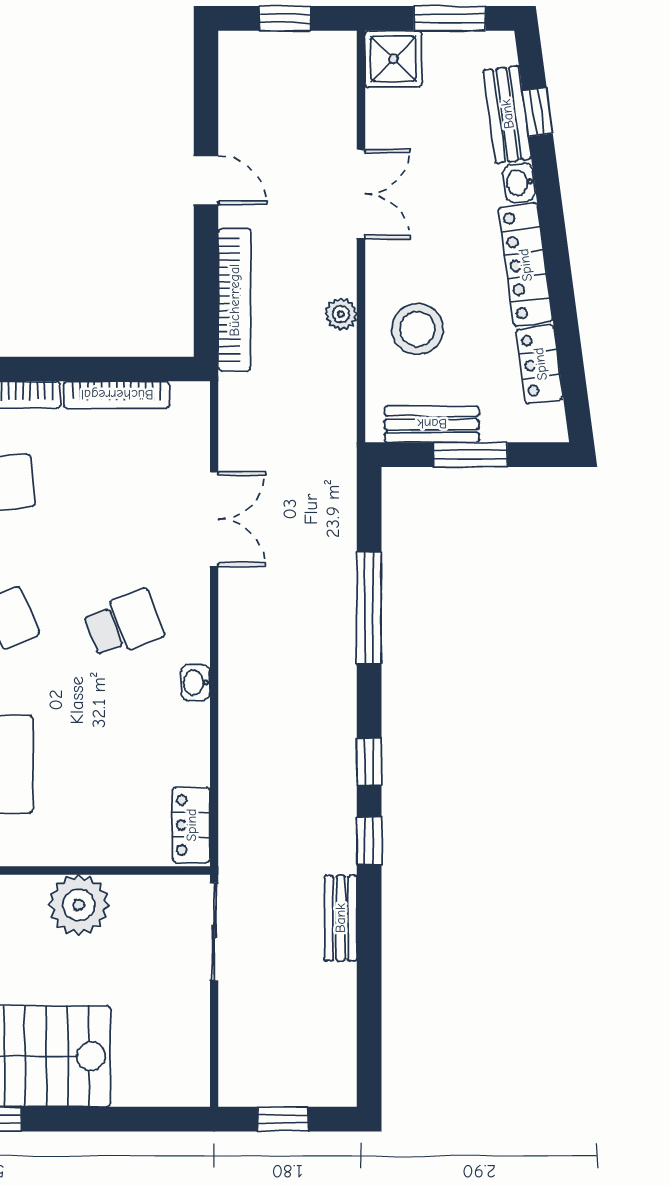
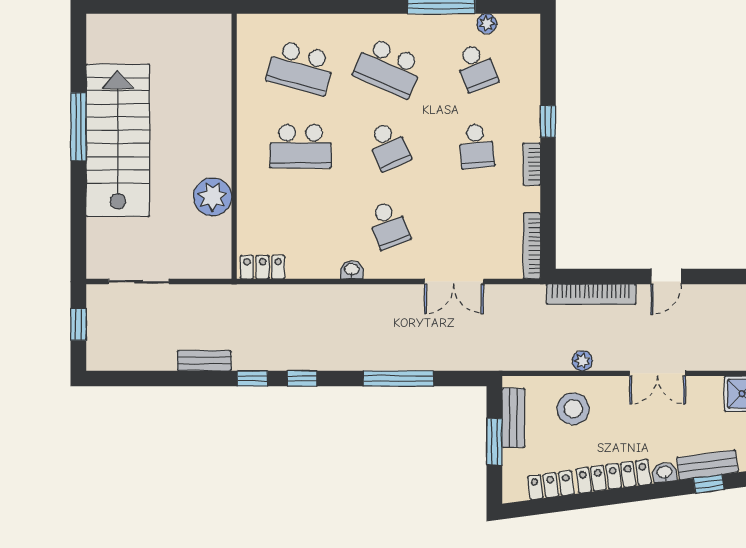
bookcase: (117, 395) -> (532, 246), moved
sliding door: (214, 932) -> (139, 282), moved

